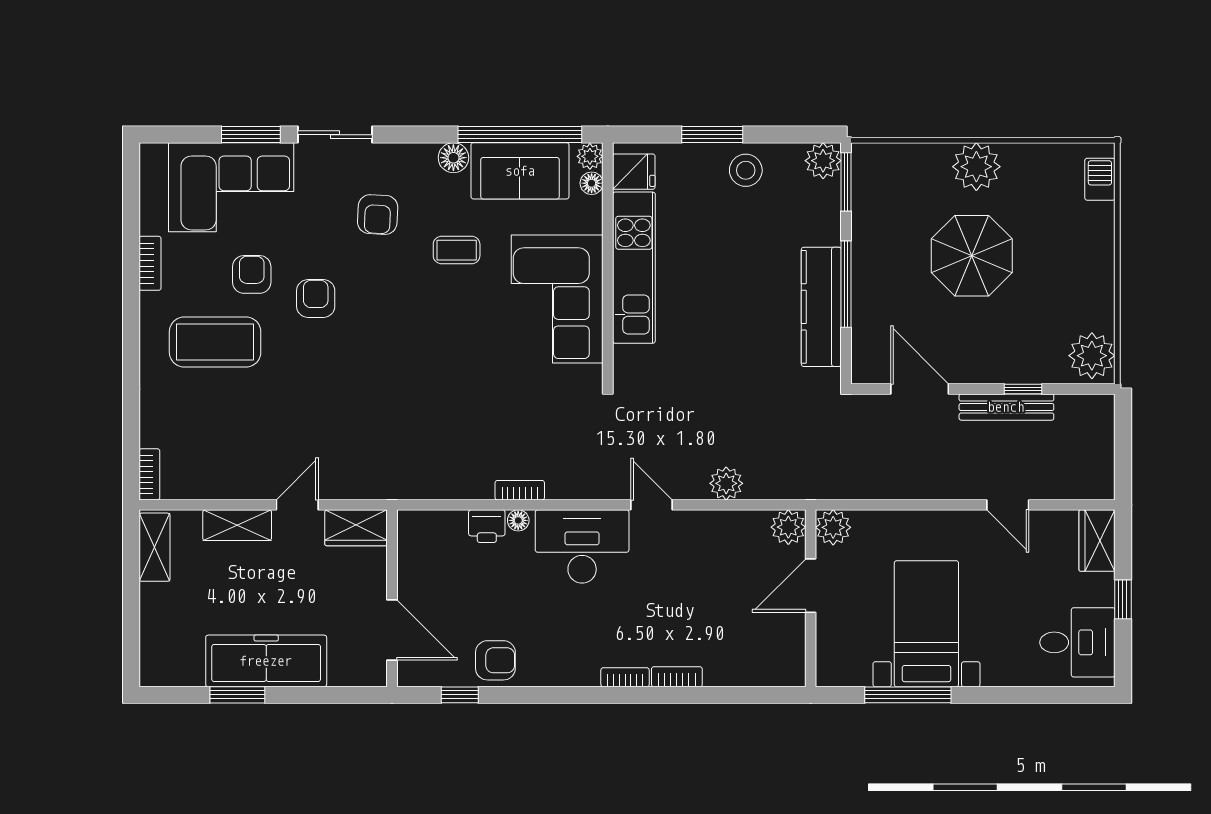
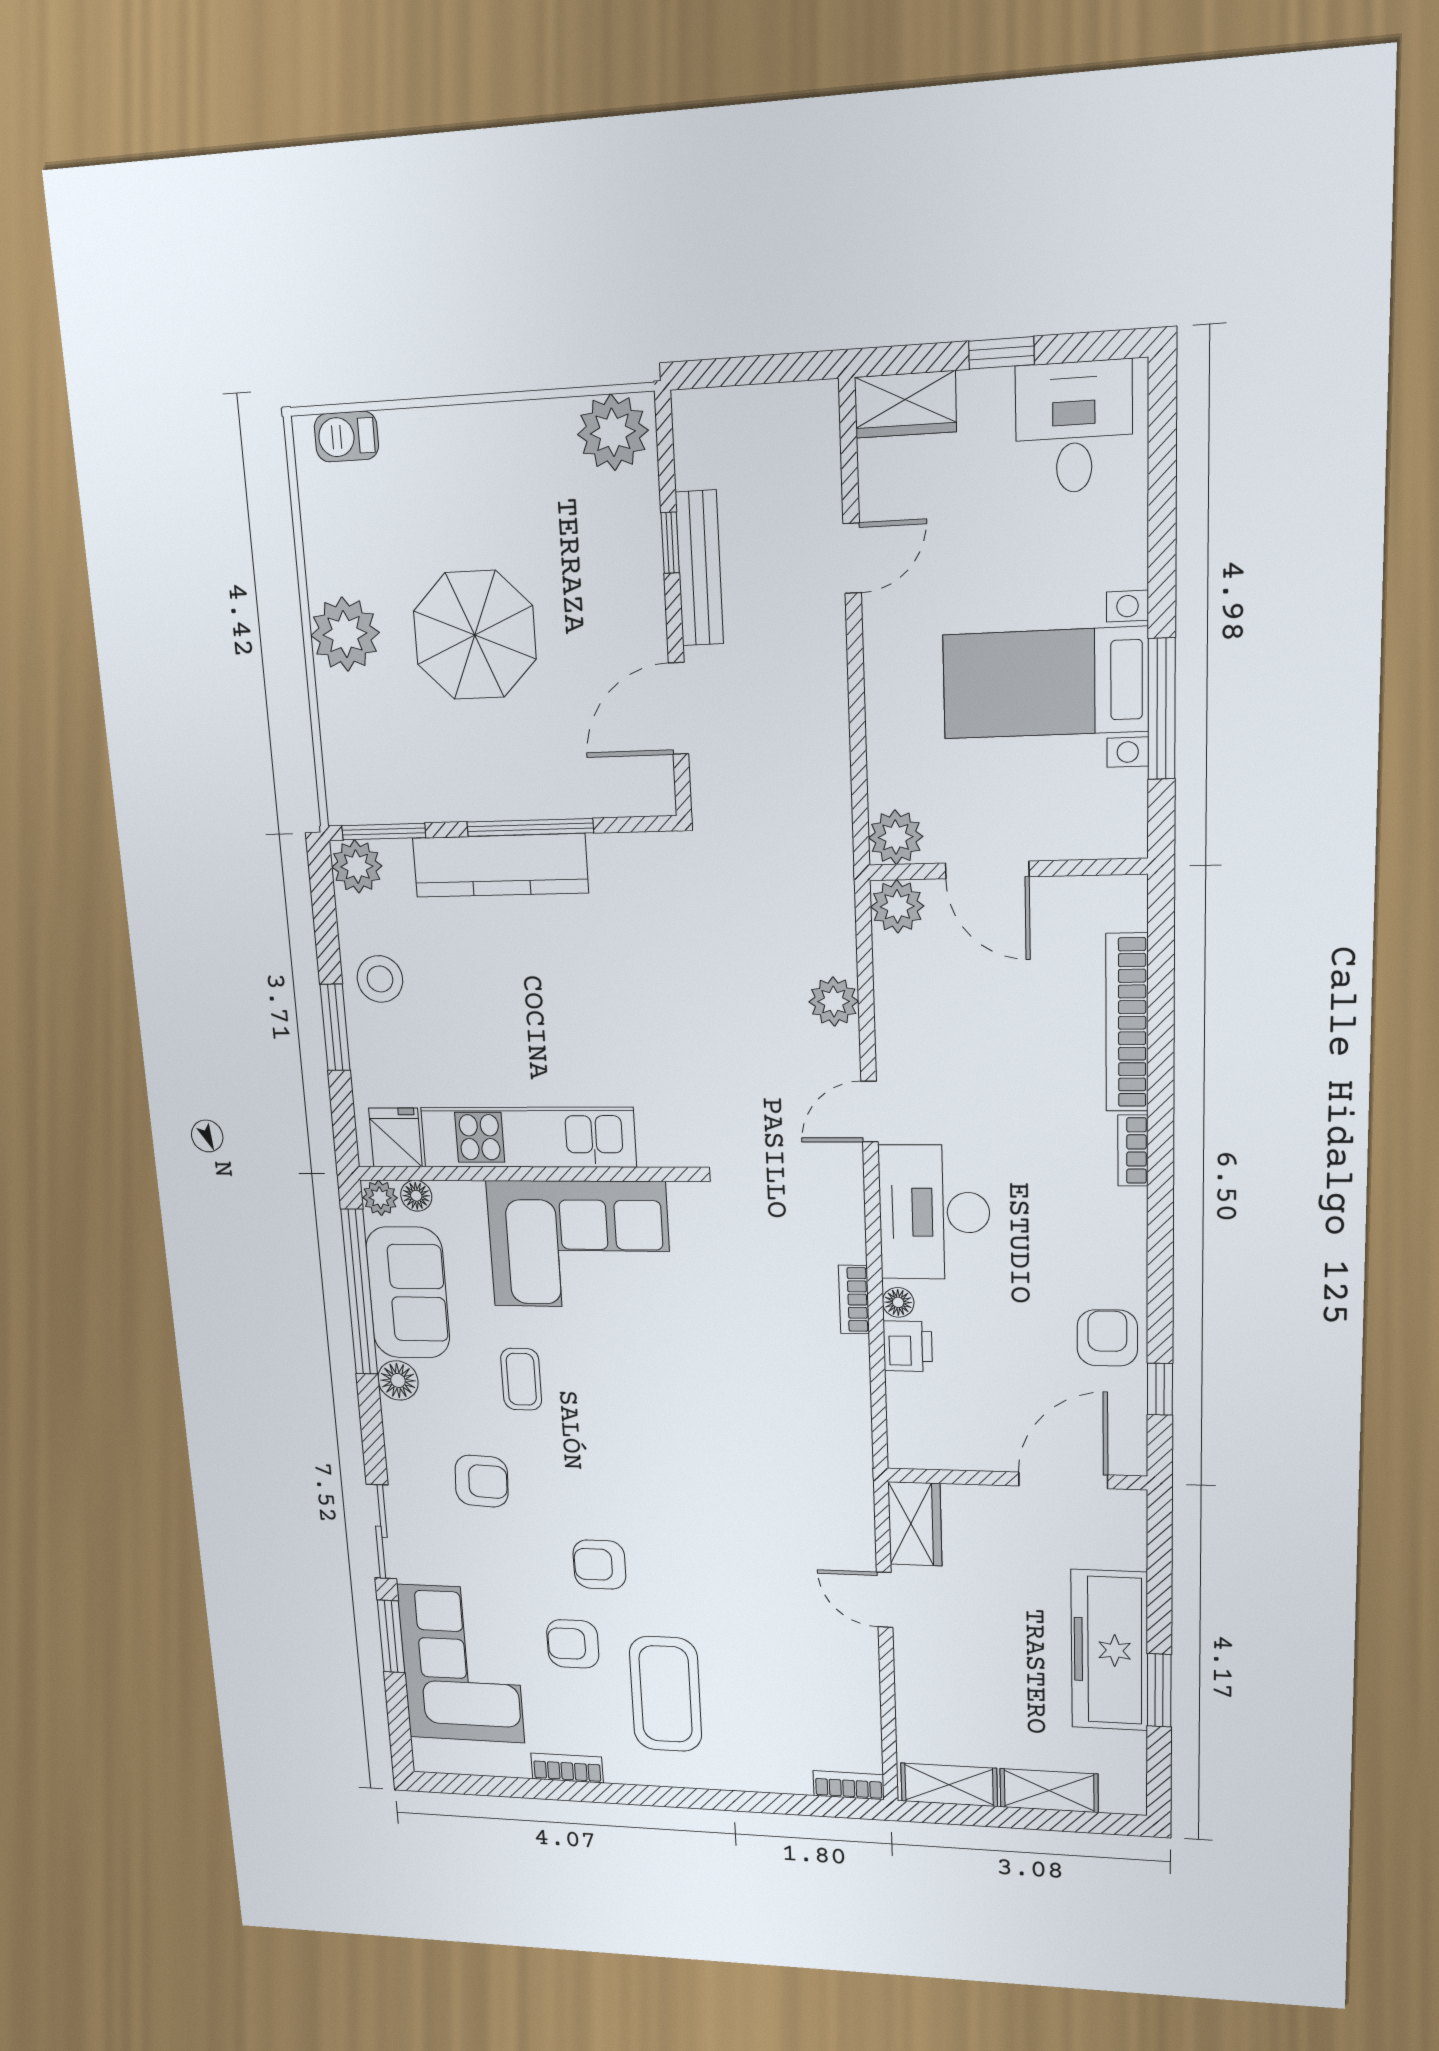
kitchen counter: (821, 307) -> (500, 866), moved
shelving: (237, 525) -> (1049, 1791), moved, turned 90
bookcase: (677, 677) -> (1127, 1023), width x2.31, depth x1.31

